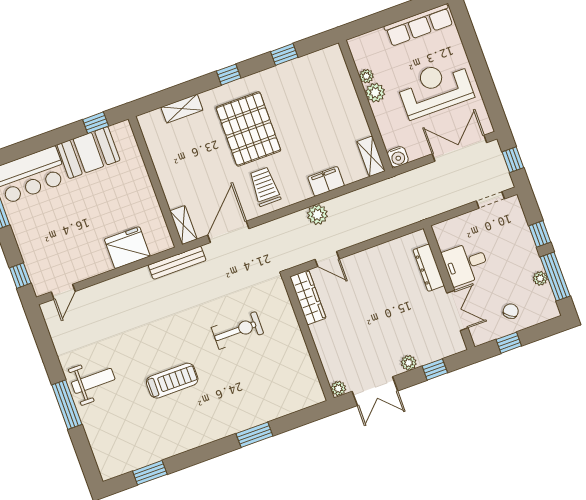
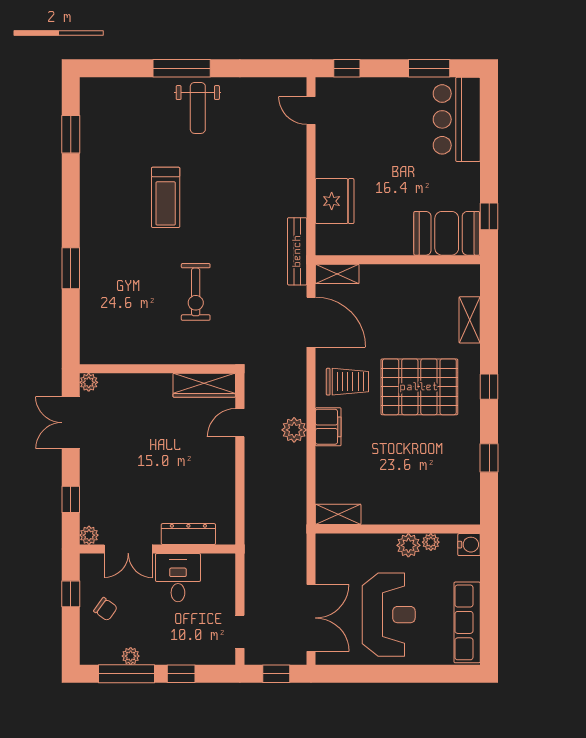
booth: (88, 153) -> (447, 233), moved, turned 90
water cooler: (398, 157) -> (469, 545), moved, turned 180
filing cabinet: (326, 181) -> (328, 427), moved
plant: (409, 363) -> (89, 535), moved

